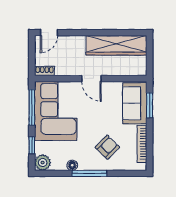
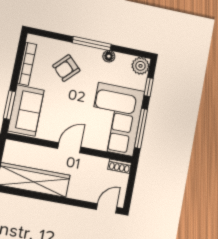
door: (91, 79) -> (69, 148), hinge flipped

